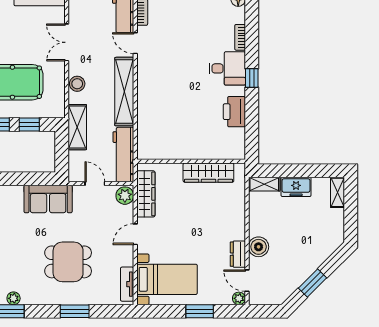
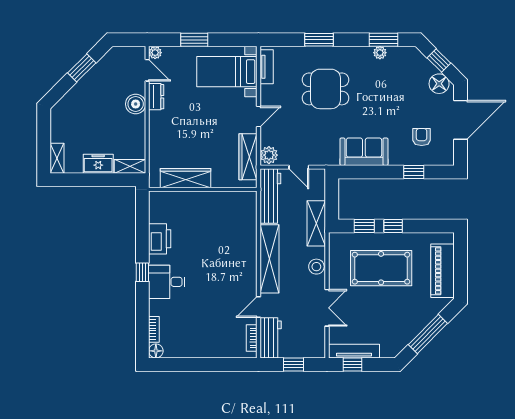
bookcase: (240, 37) -> (154, 329), moved
door: (135, 43) -> (259, 307), swing flipped
sofa: (48, 199) -> (364, 152), moved

